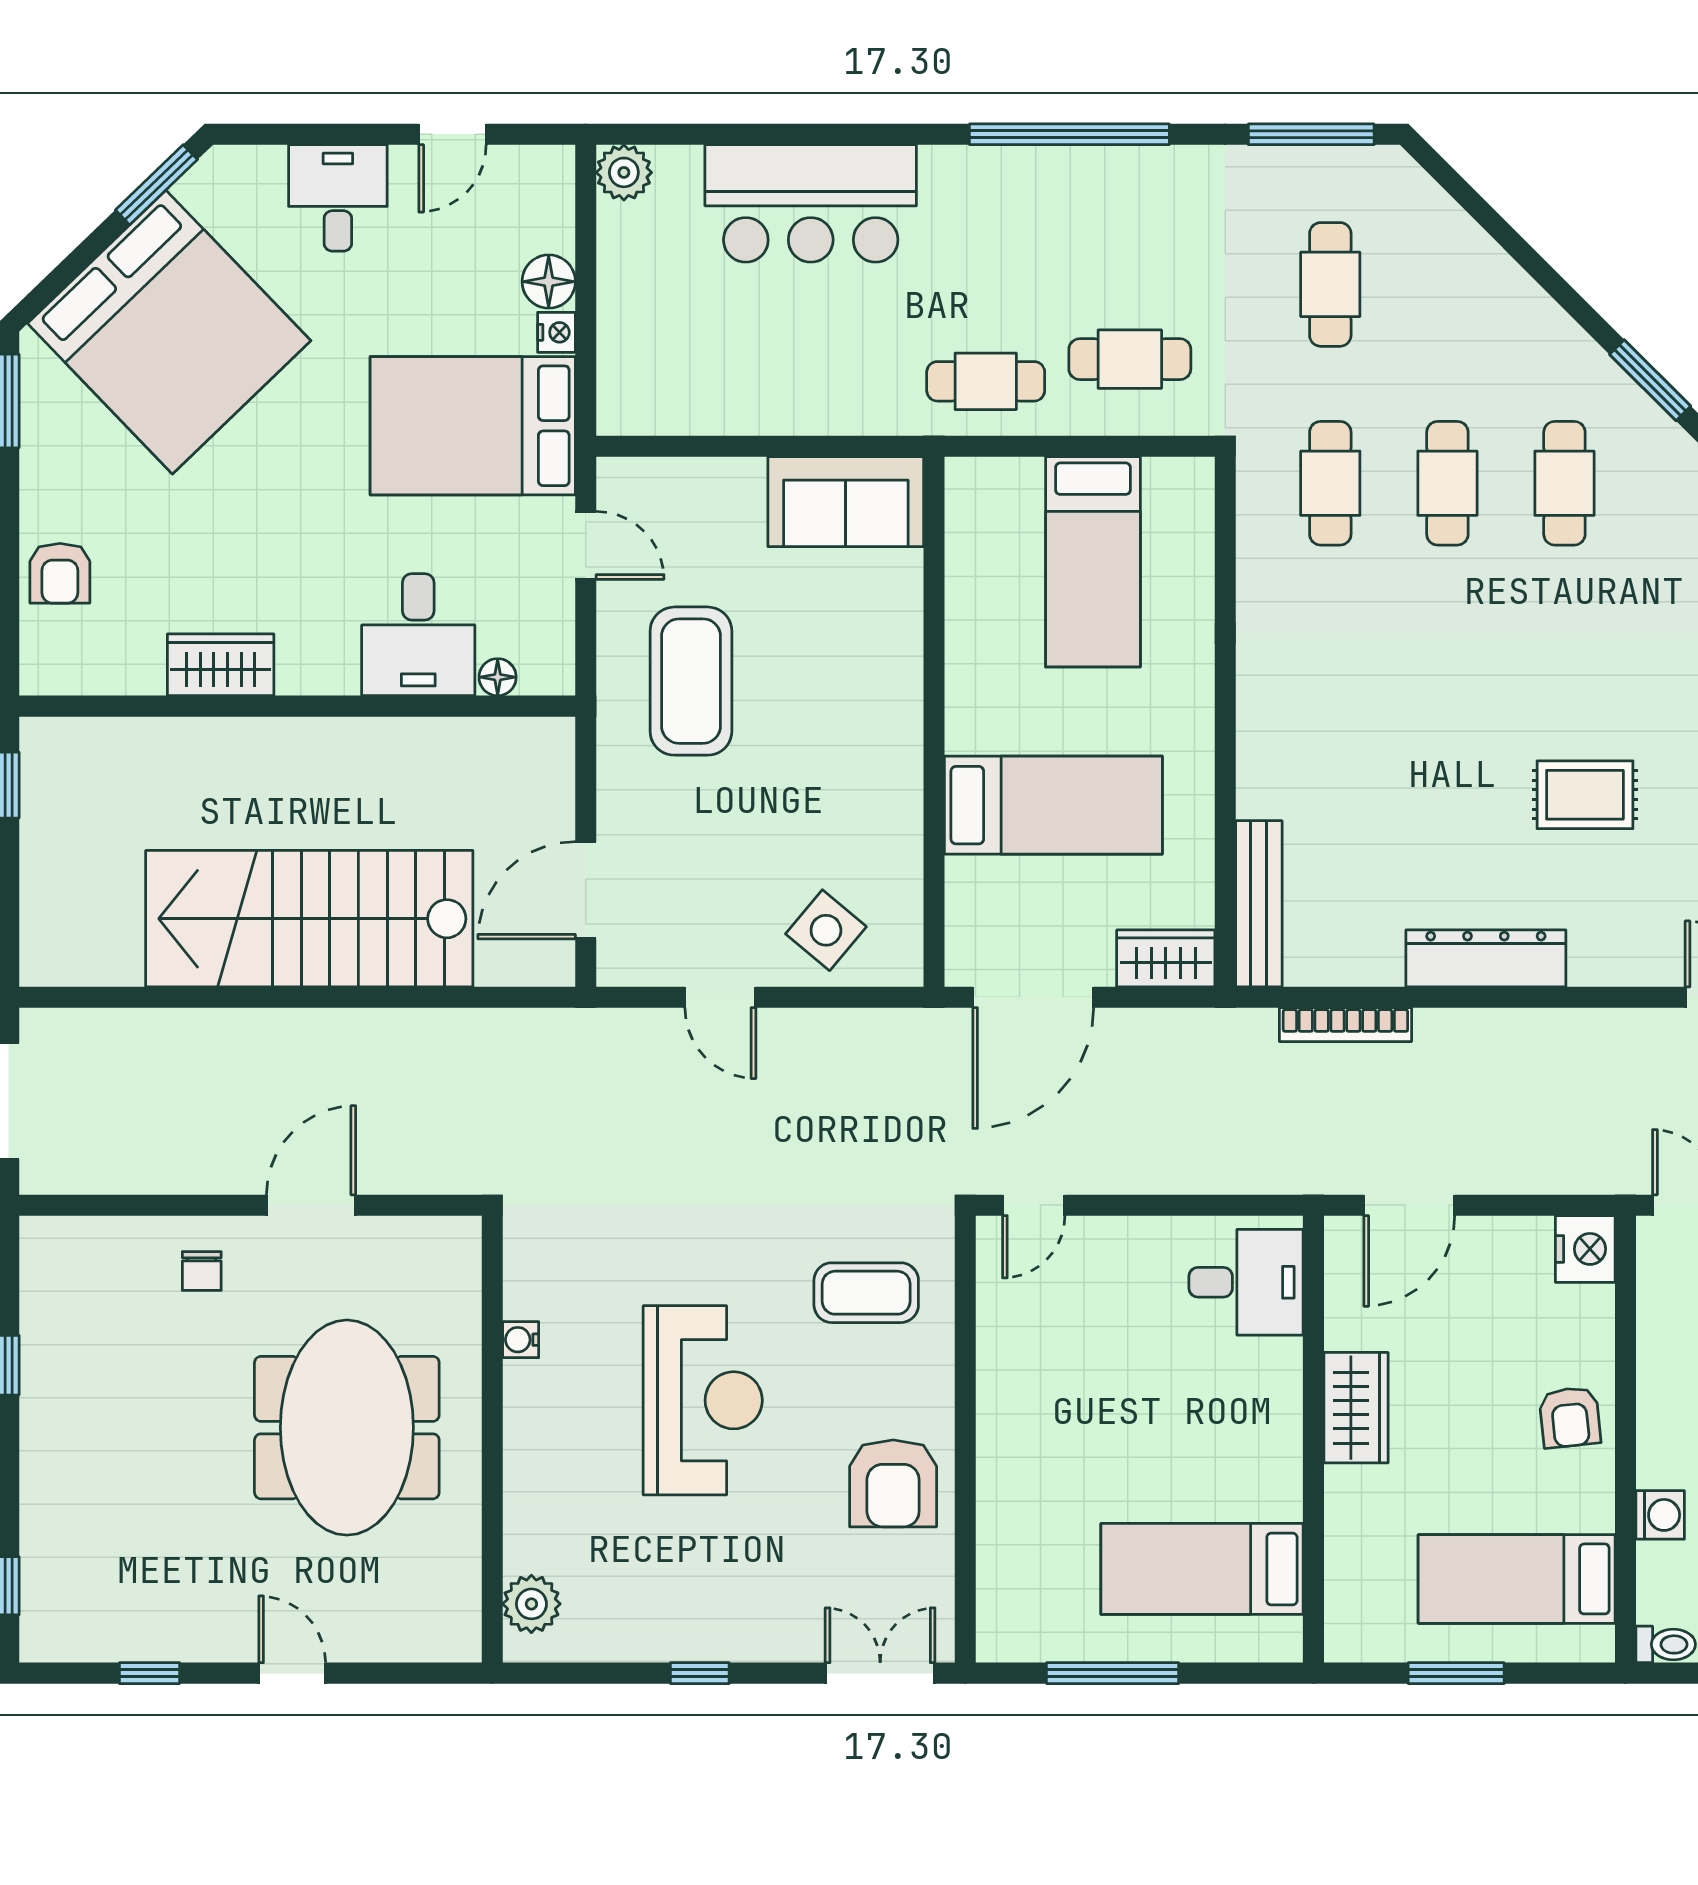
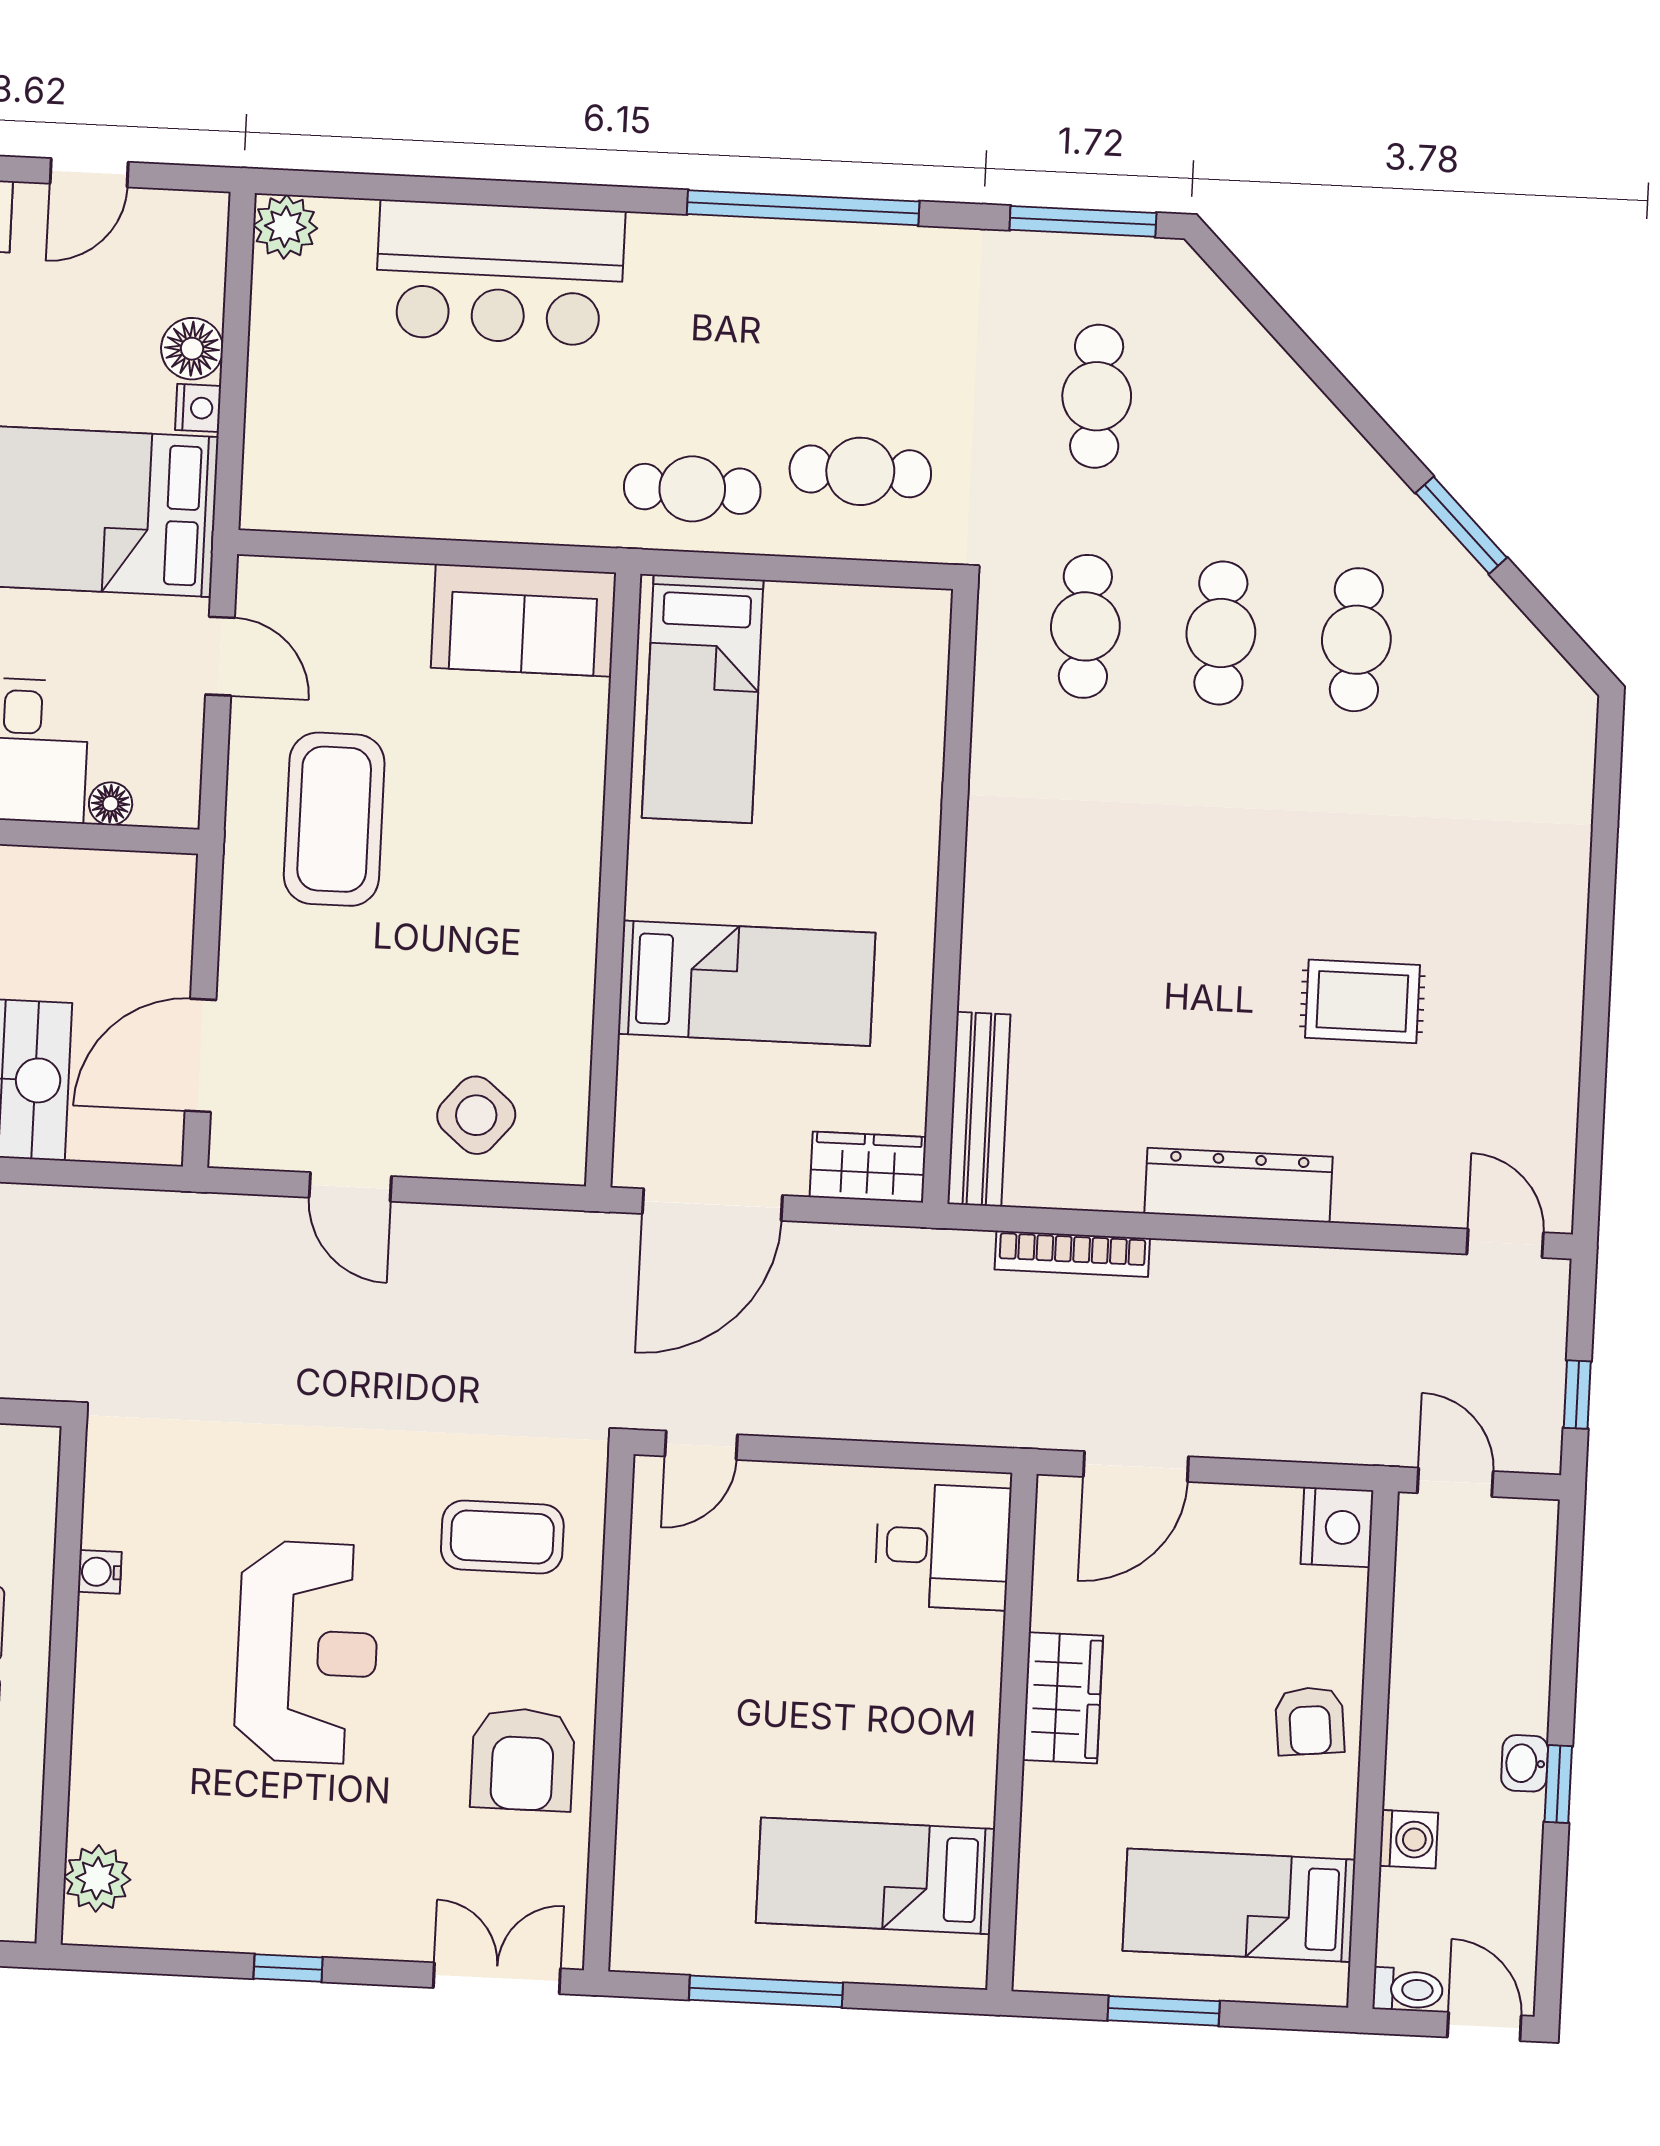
bed: (1093, 562) -> (703, 699), moved

